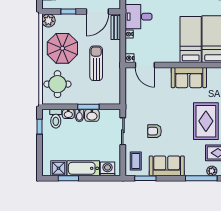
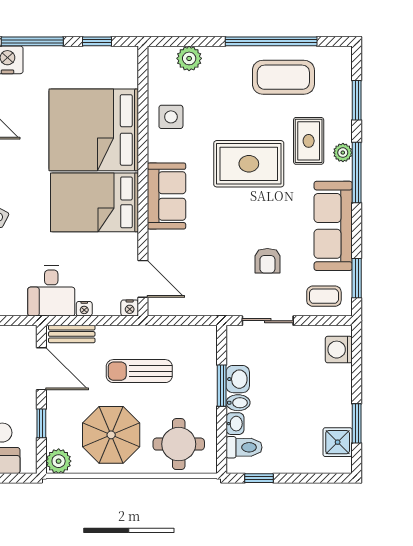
bed: (191, 40) -> (94, 202), width x1.50
door: (145, 65) -> (143, 279), hinge flipped
sofa: (167, 166) -> (333, 226), width x1.36
bathtub: (83, 168) -> (338, 395), removed

